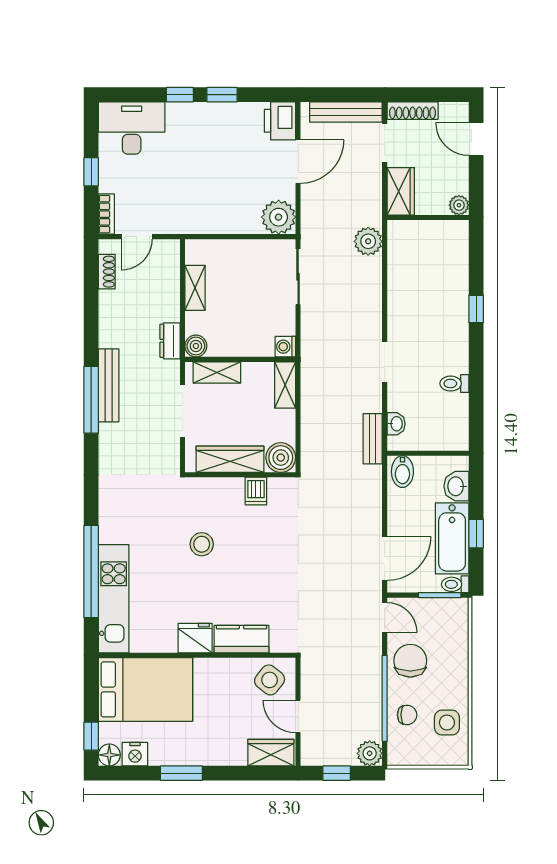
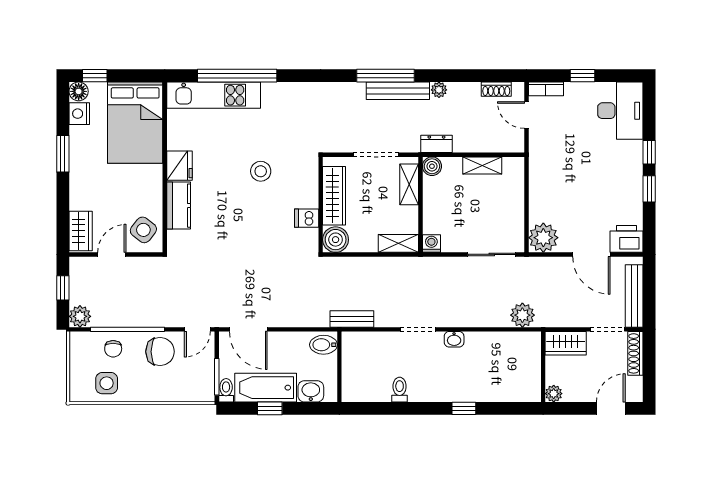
plant: (107, 338) -> (439, 90), added
washbasin: (396, 424) -> (454, 339), moved

